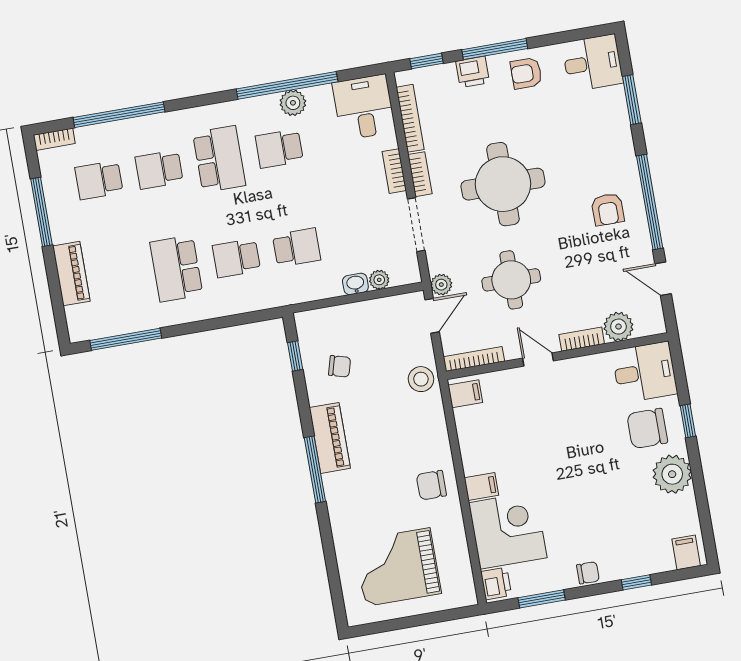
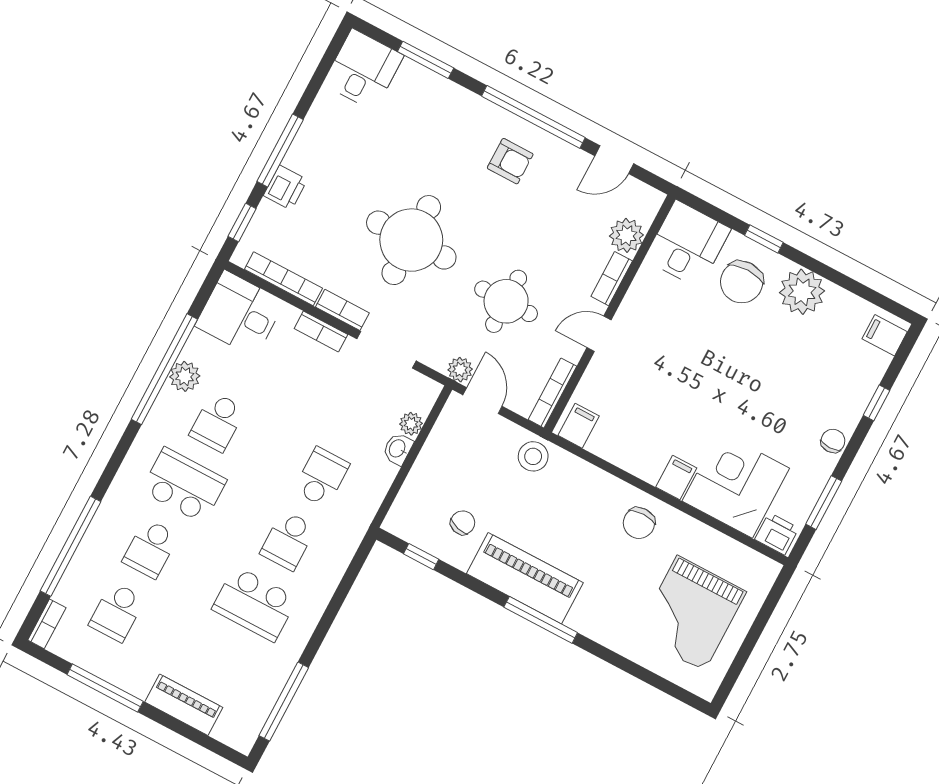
armchair: (526, 73) -> (325, 139), removed
piano: (330, 438) -> (525, 578), width x1.37, depth x1.33

